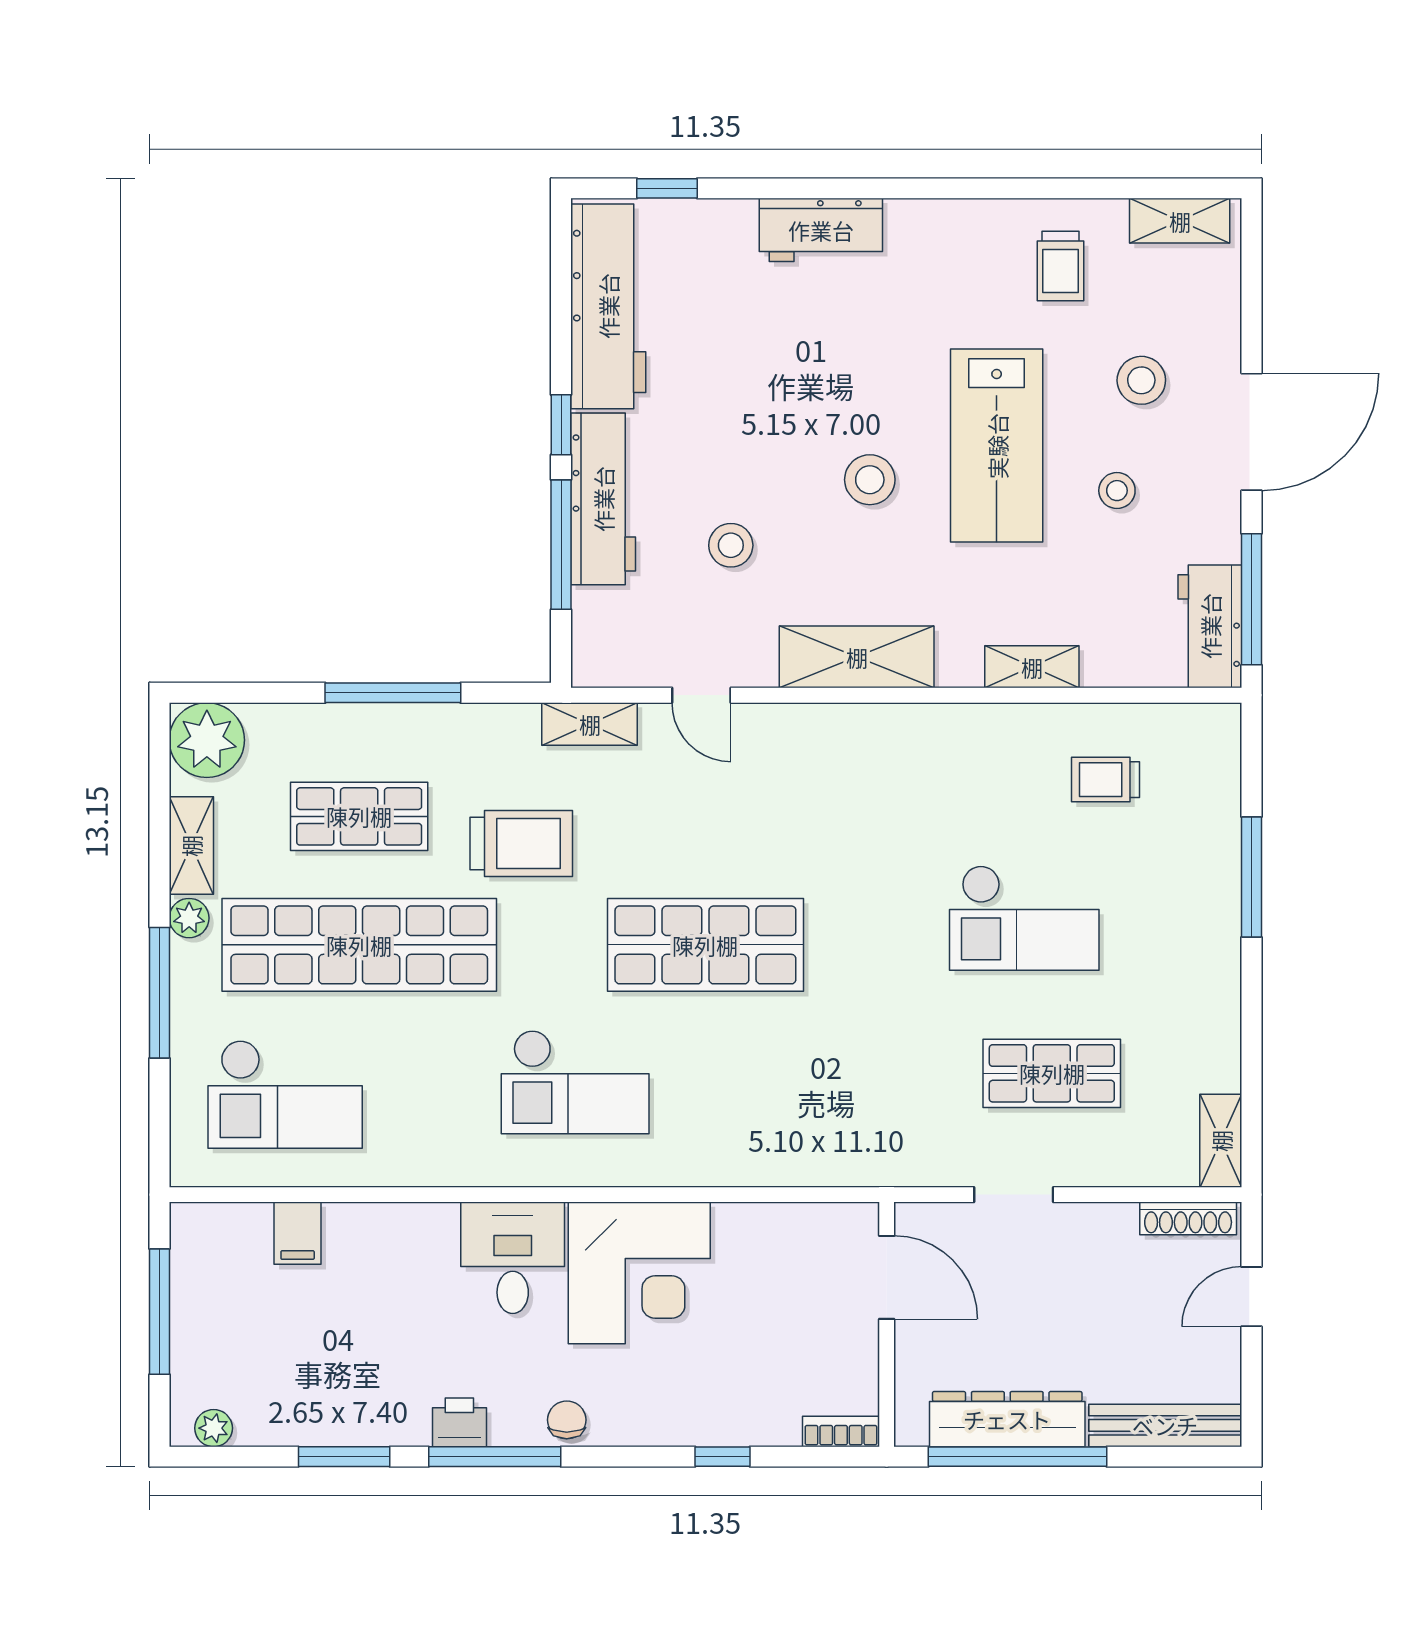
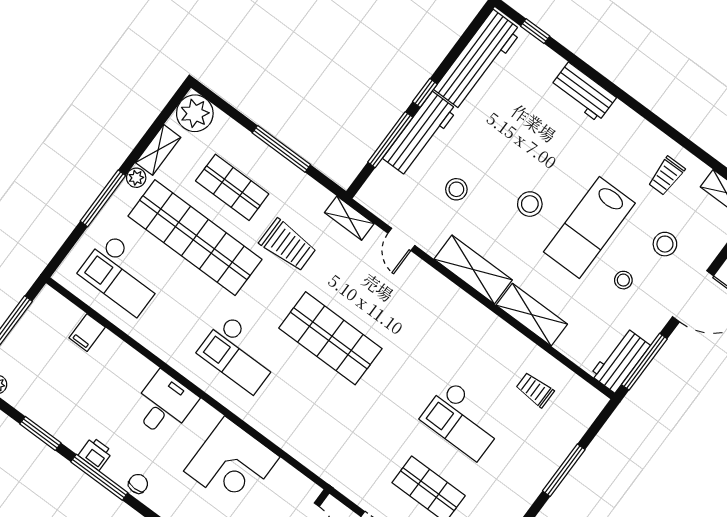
shelving: (1032, 667) -> (532, 315), width x1.50, depth x1.33
corner desk: (639, 1273) -> (232, 464), moved

